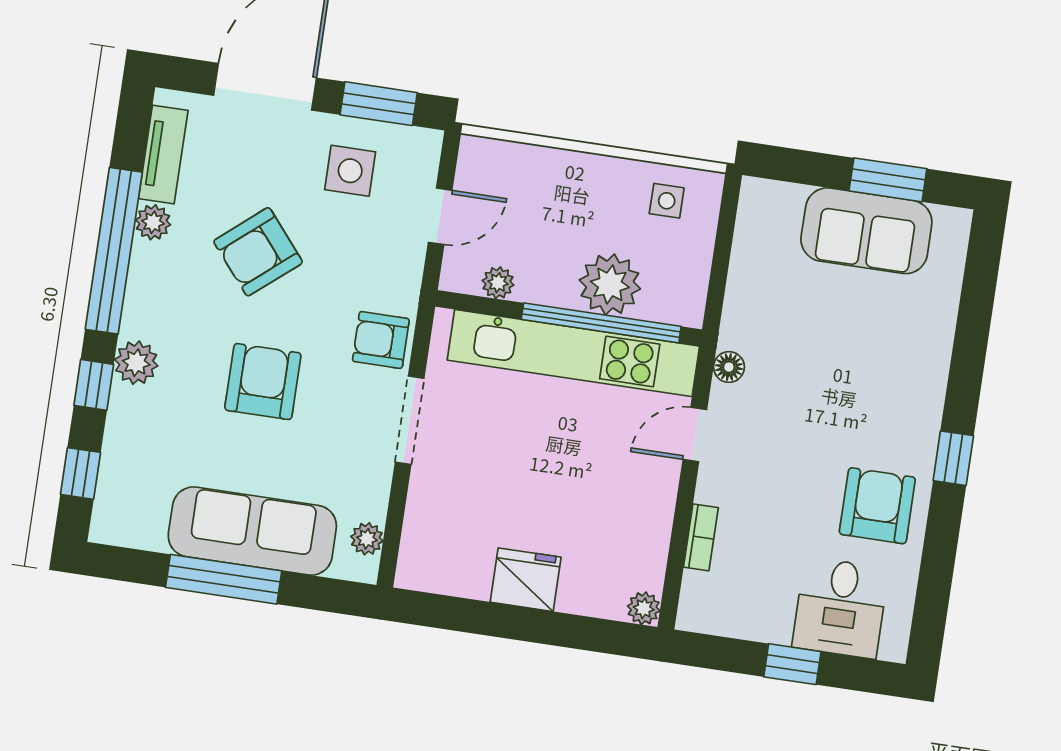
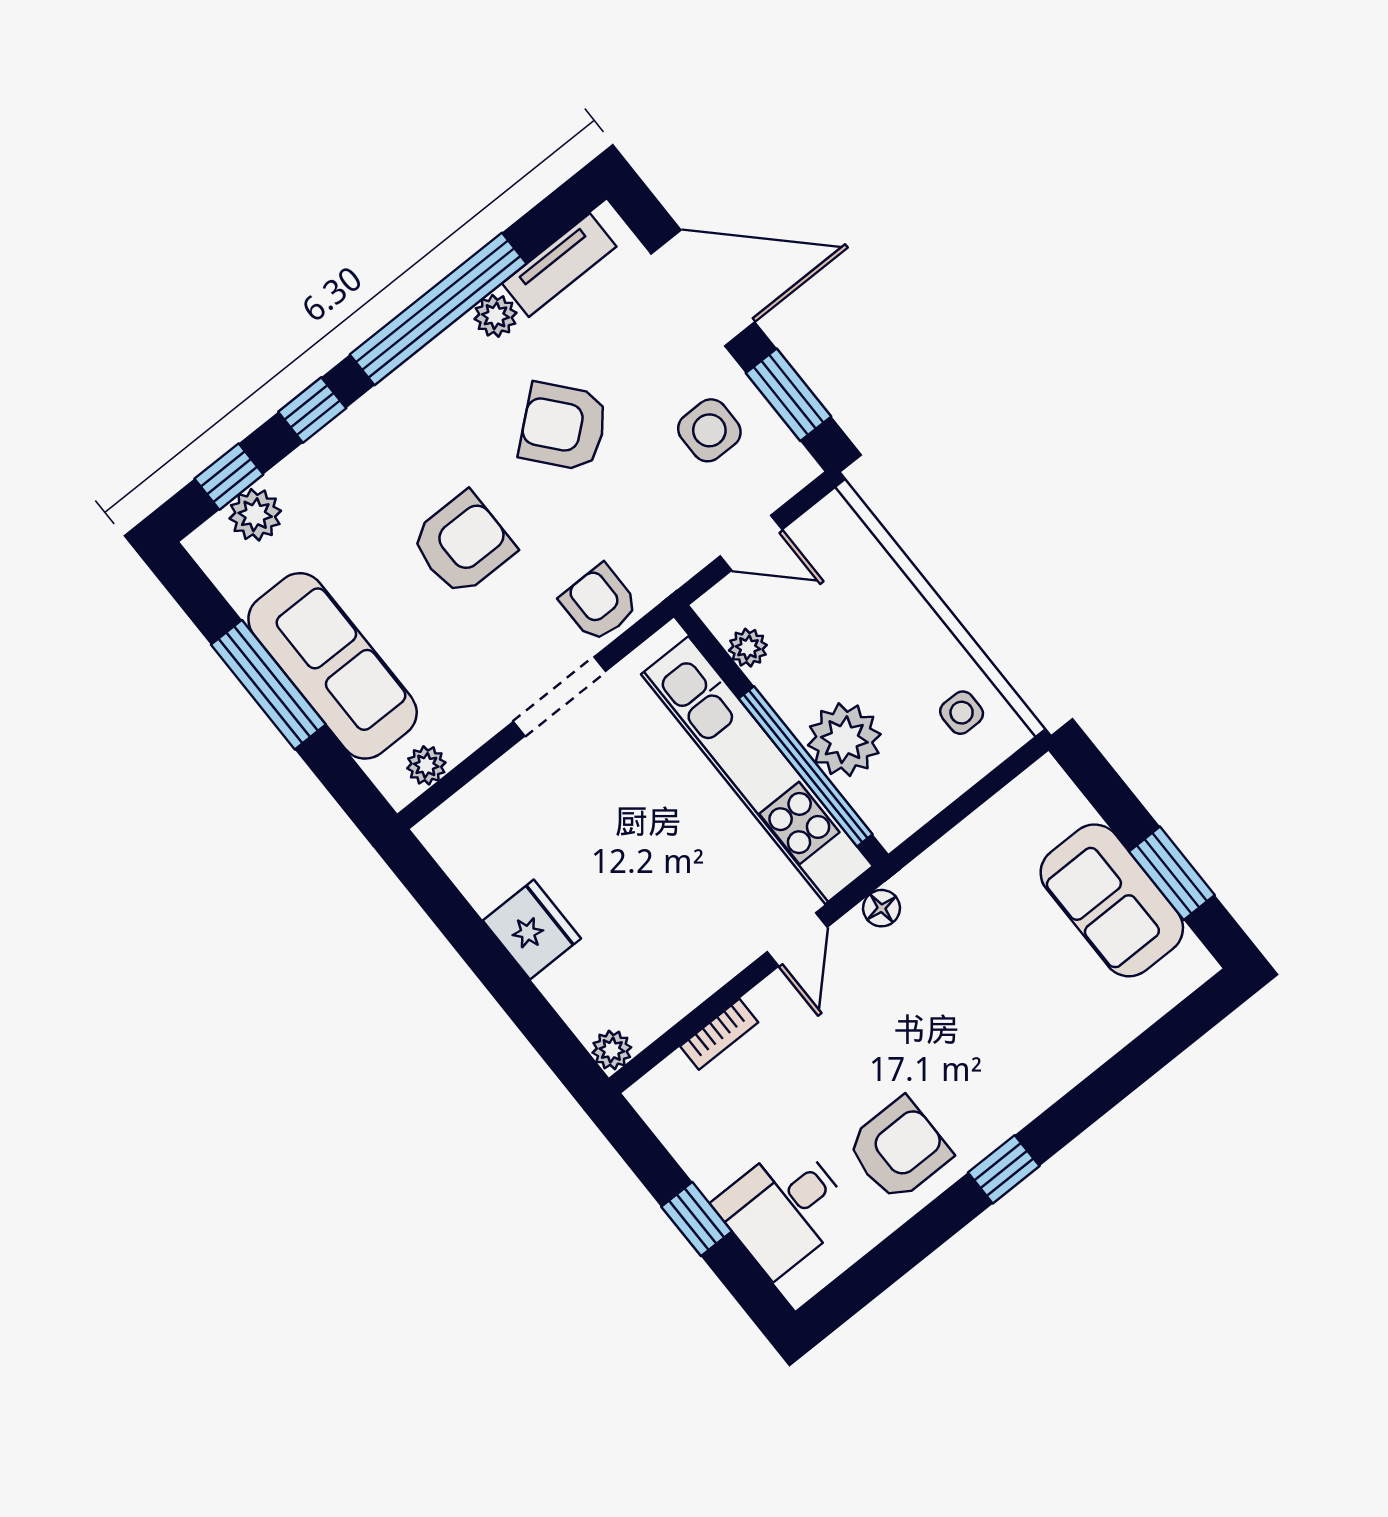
plant: (136, 363) -> (255, 515), moved
door: (695, 435) -> (797, 940), swing flipped

